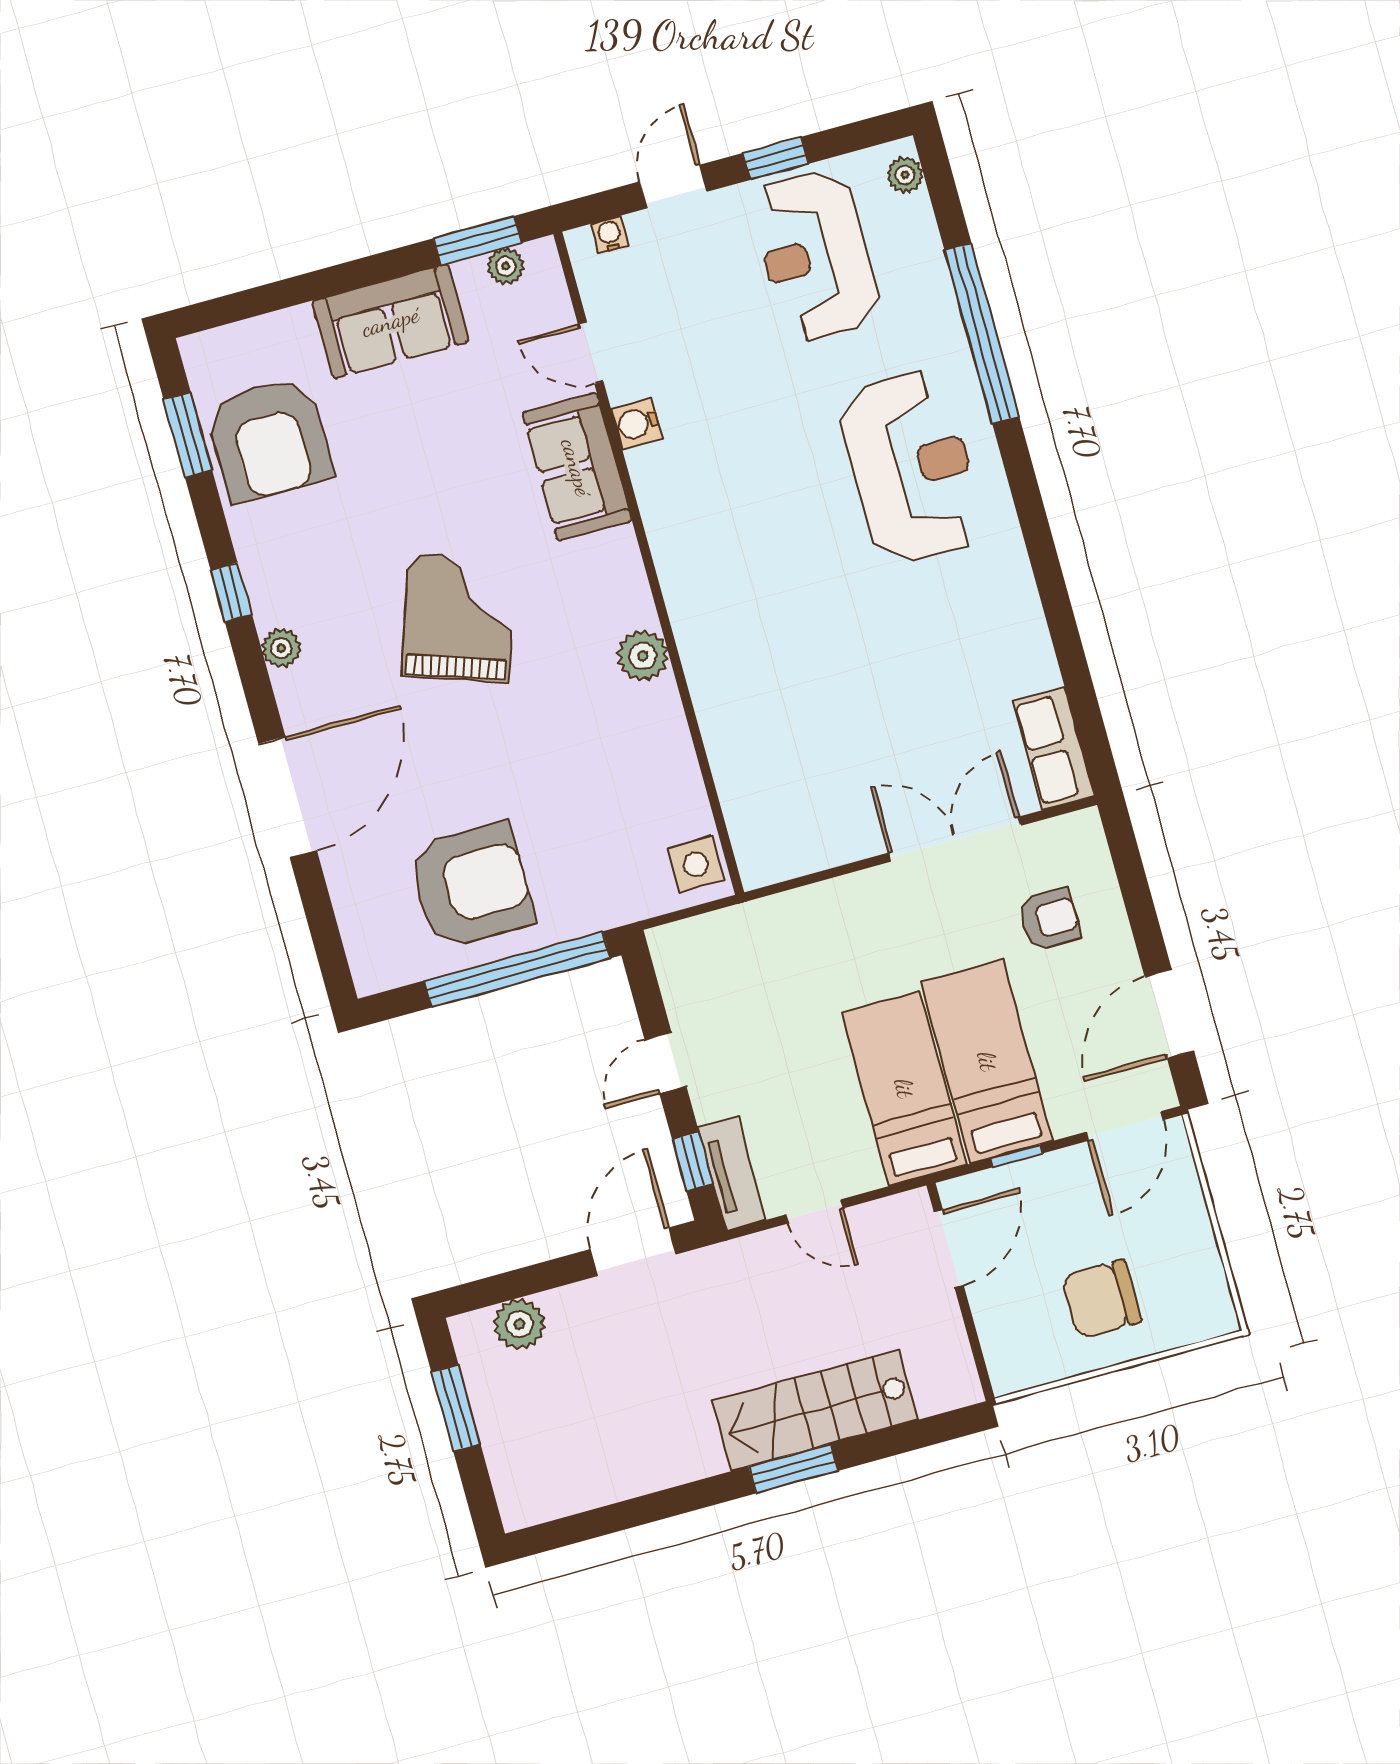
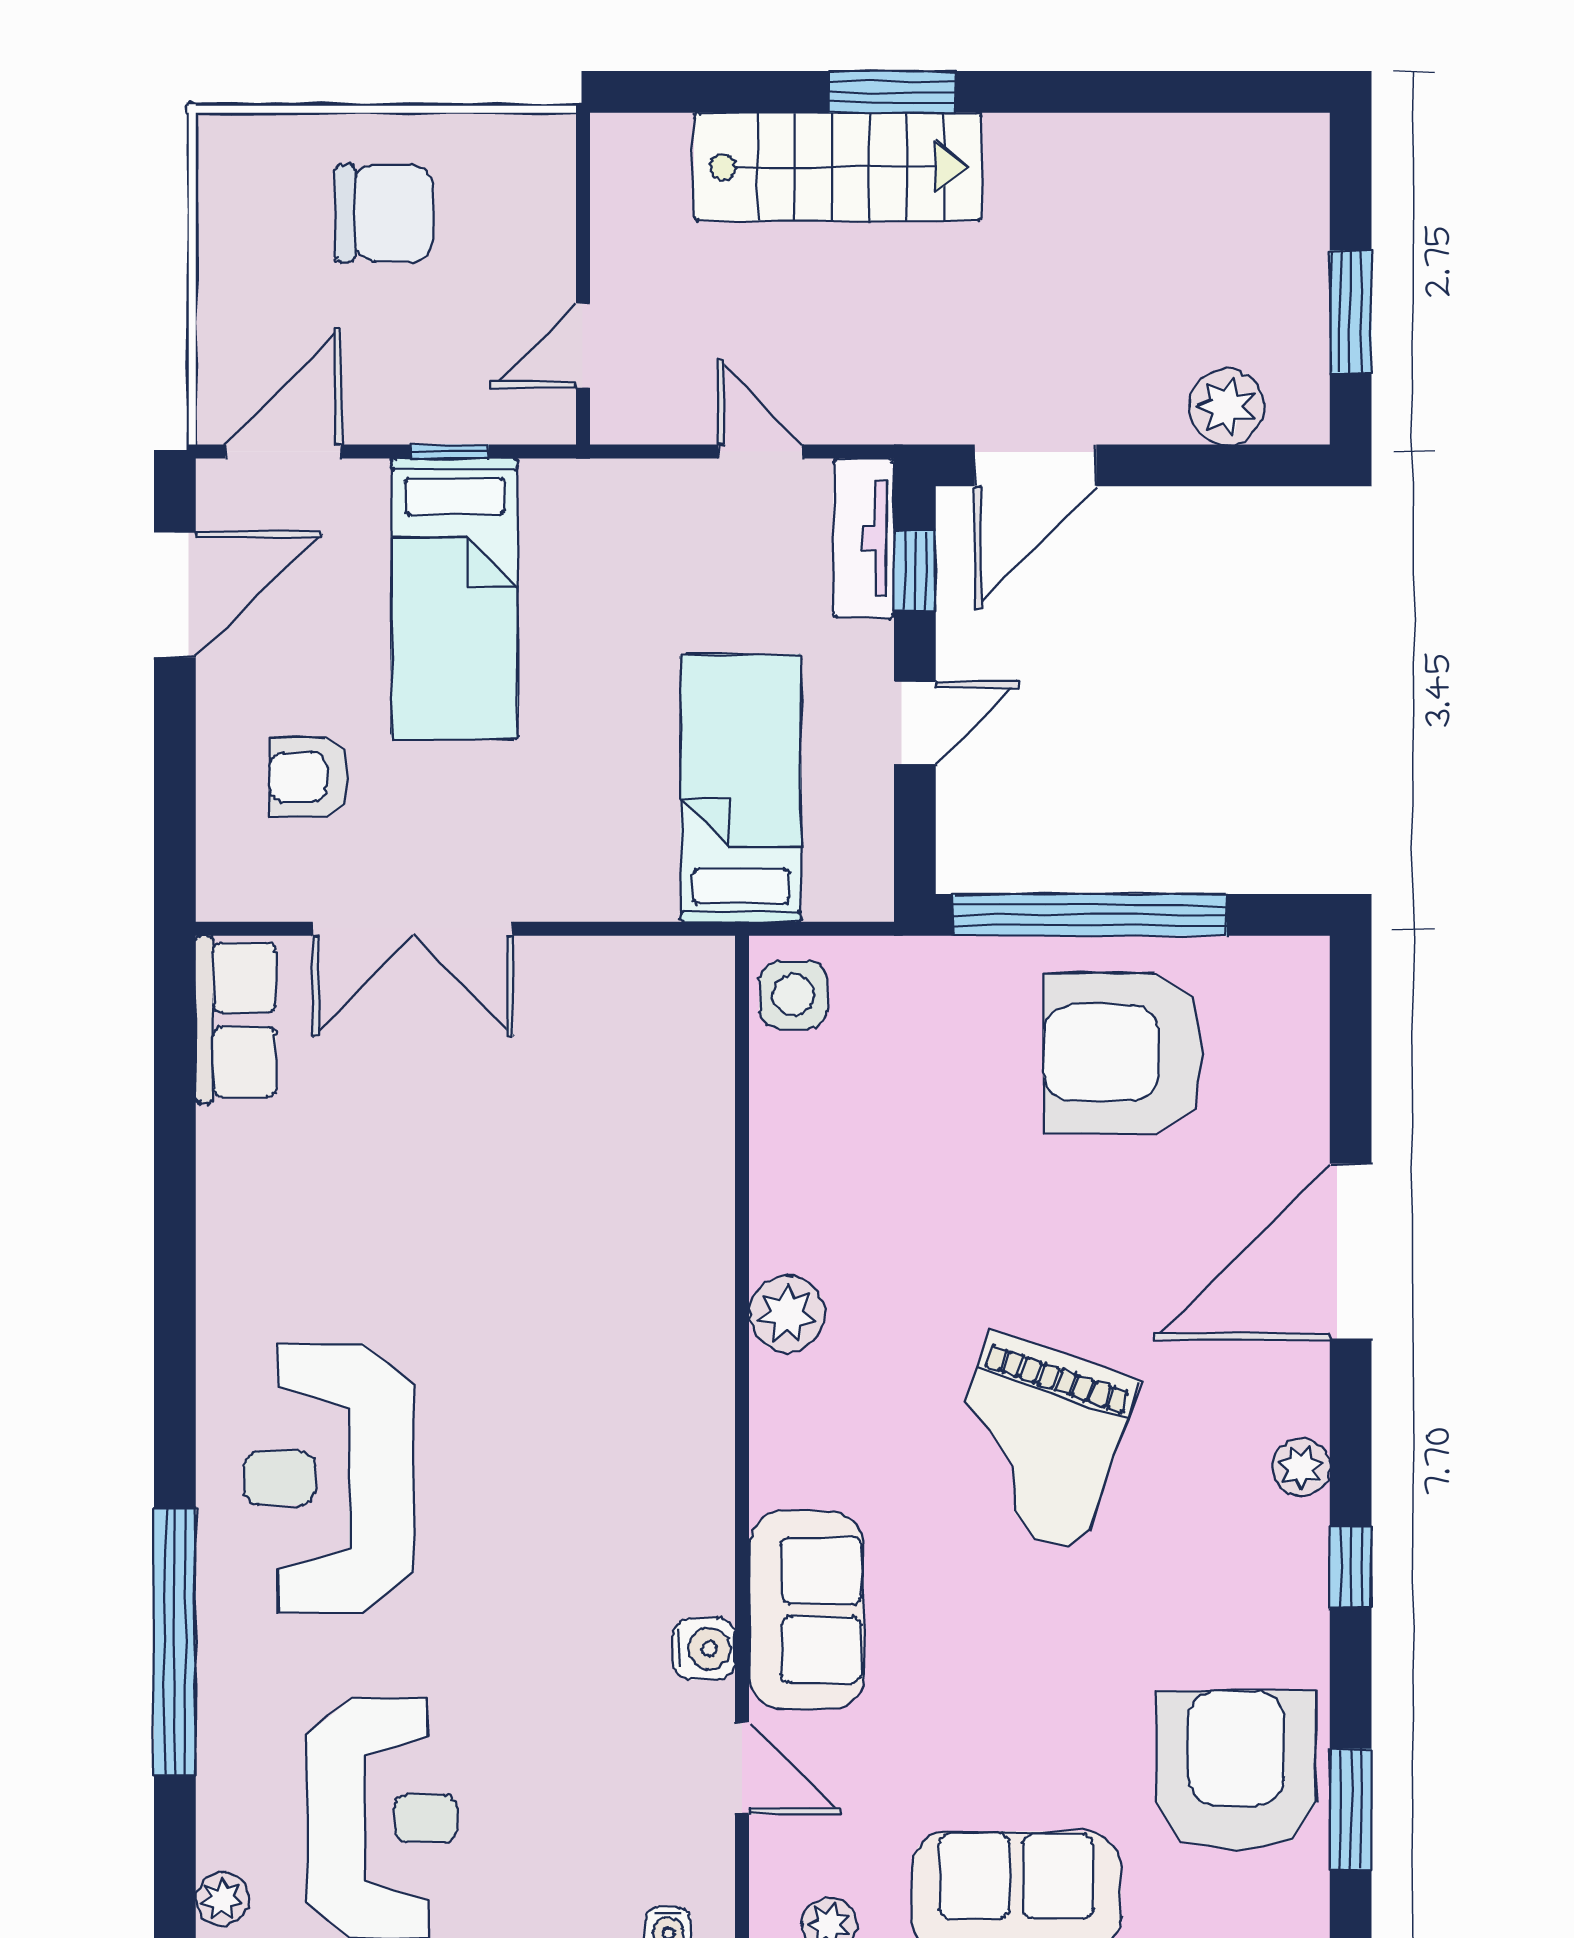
bed: (904, 1088) -> (741, 788), moved, turned 180
door: (949, 1249) -> (583, 345), width x0.73

